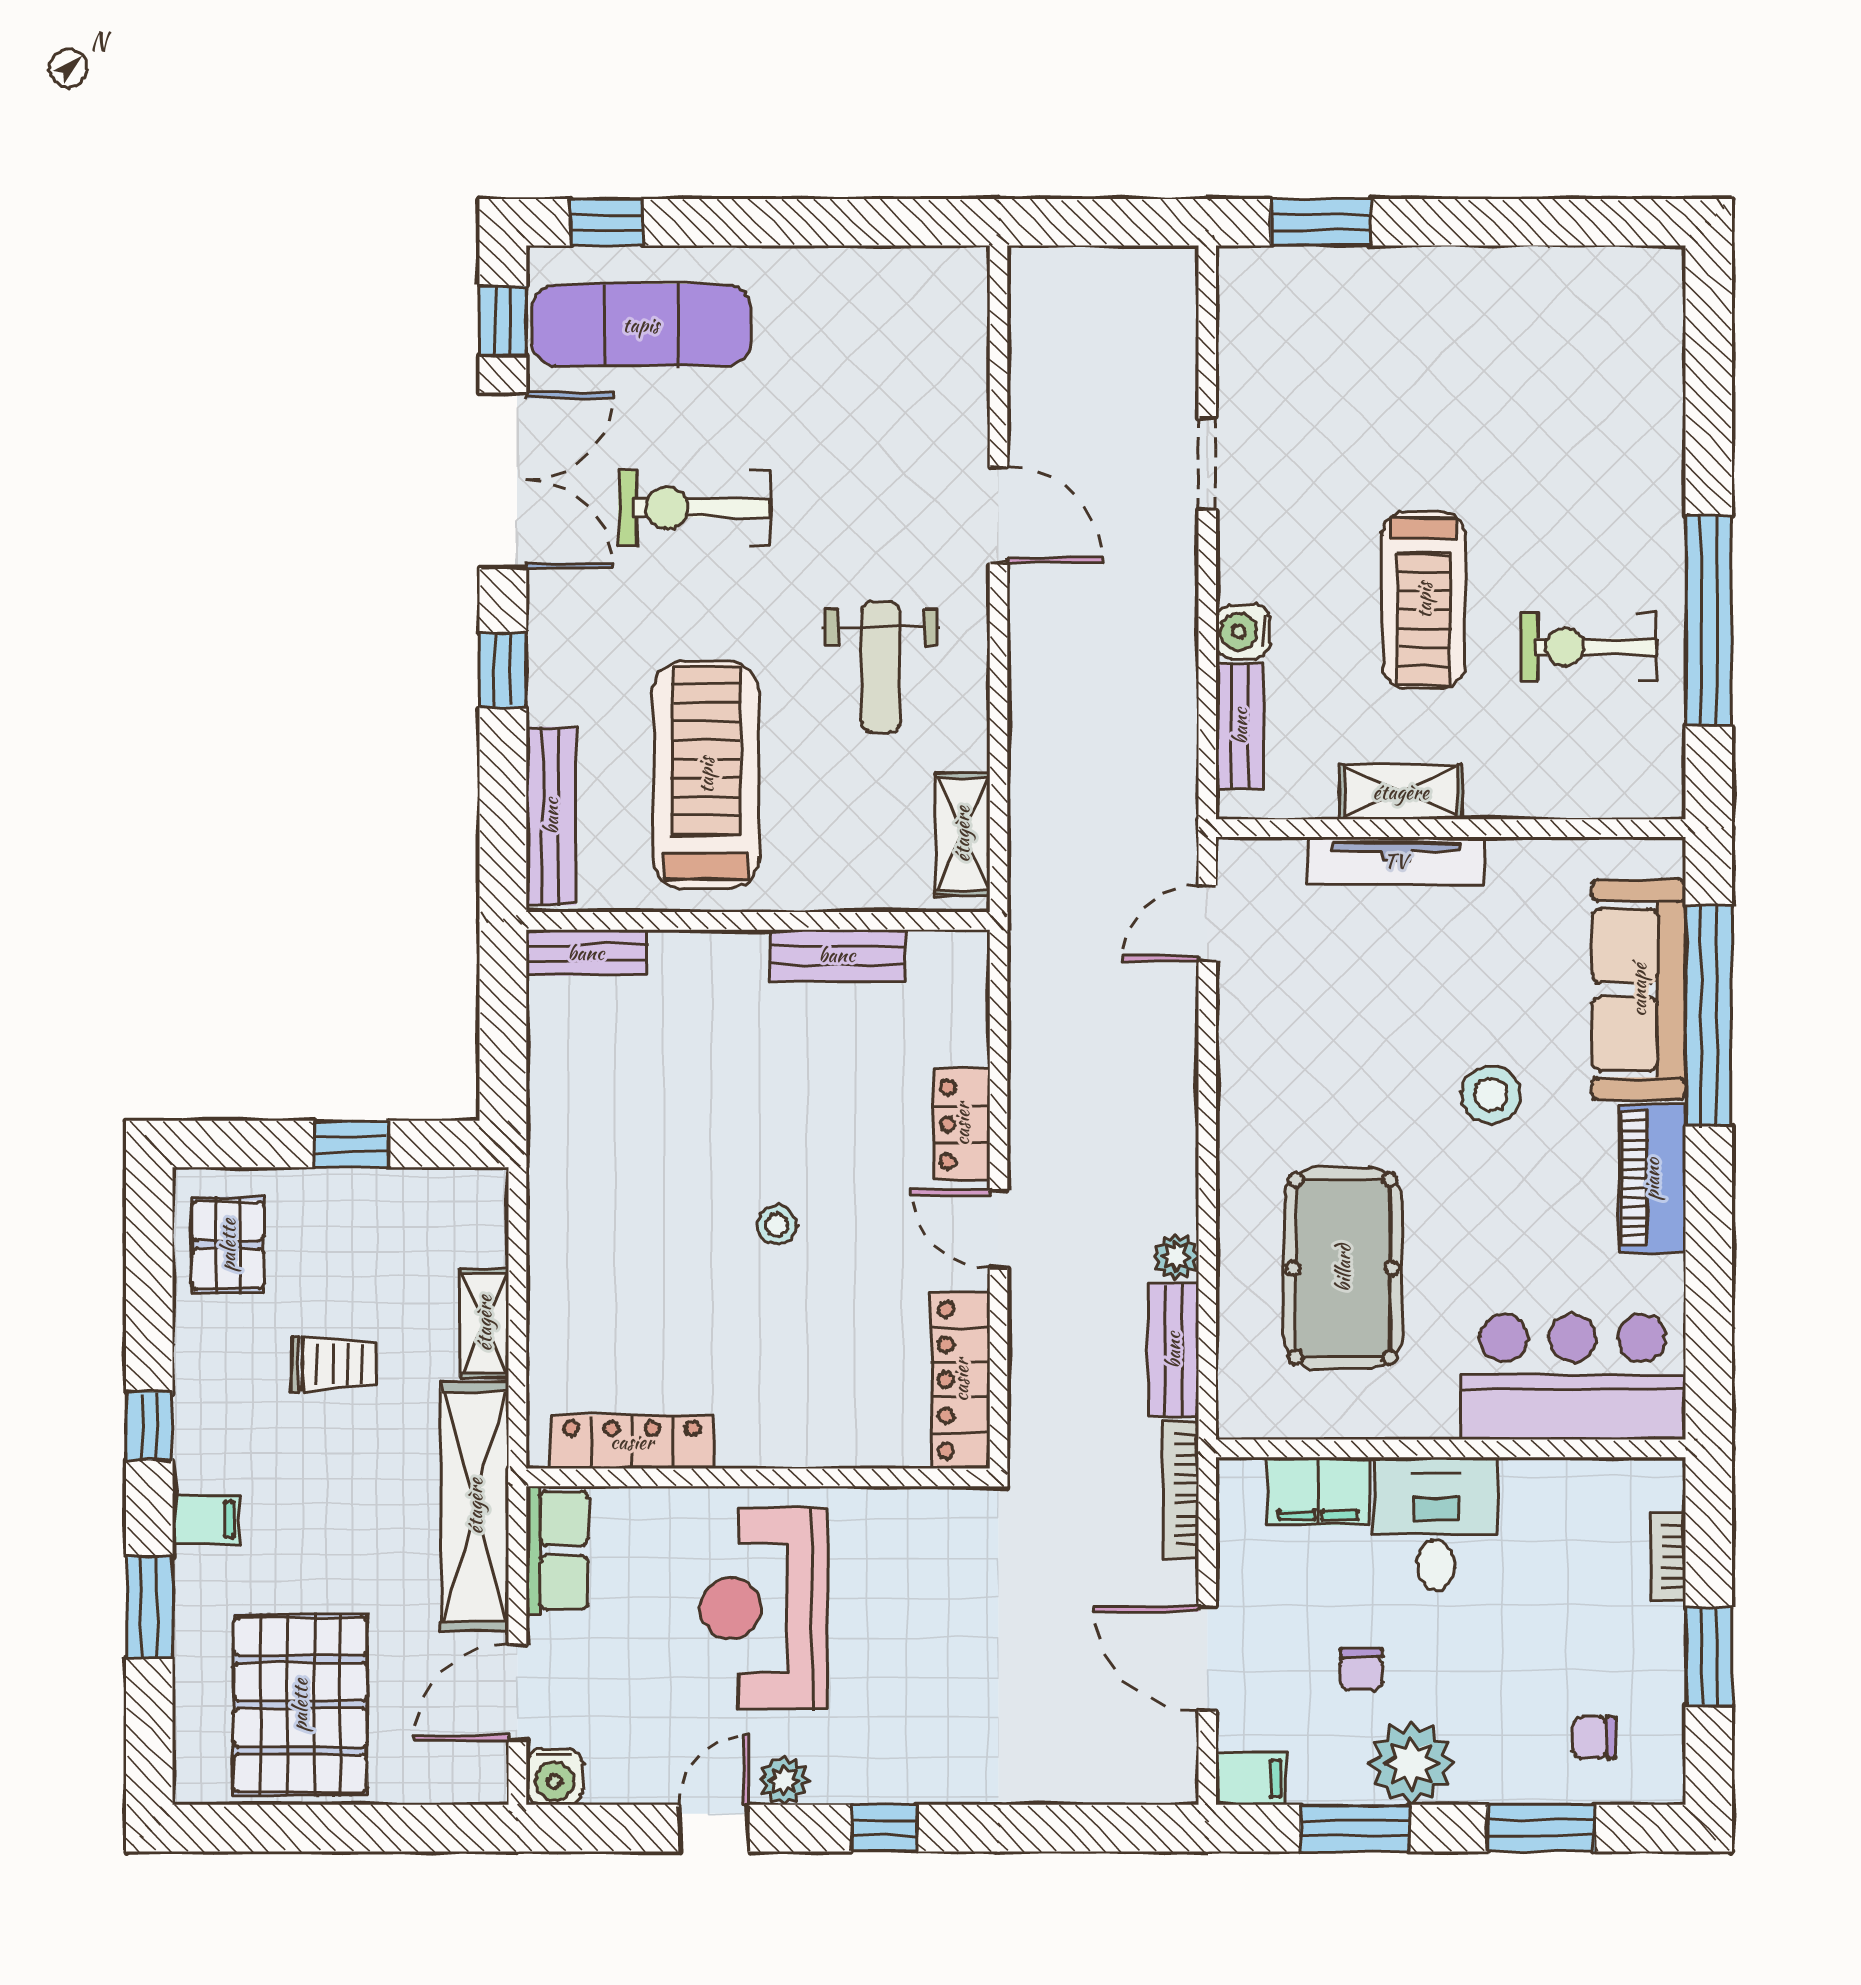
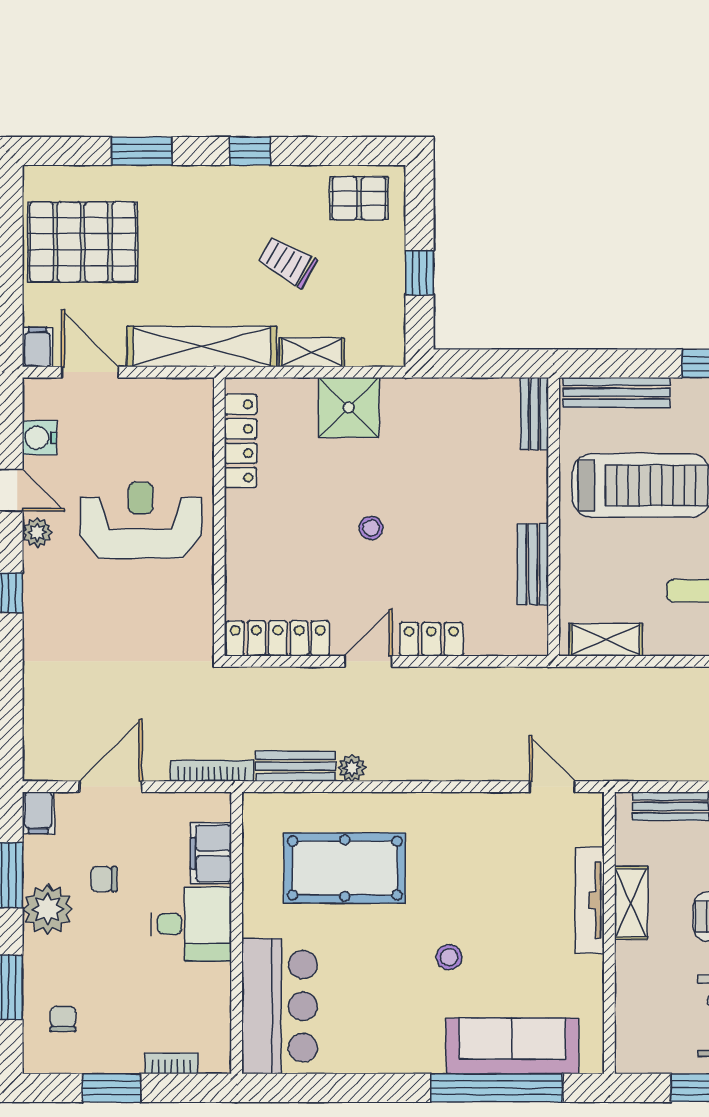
stool: (1491, 1095) -> (449, 957), width x0.73, depth x0.73
piano: (1652, 1179) -> (399, 1054), removed
shower: (576, 1262) -> (349, 407), added
trolley: (334, 1364) -> (287, 262), turned 120
filing cabinet: (206, 1519) -> (37, 347), moved, turned 180
row of seats: (557, 1551) -> (175, 396), removed
water cooler: (554, 1777) -> (39, 438), moved

